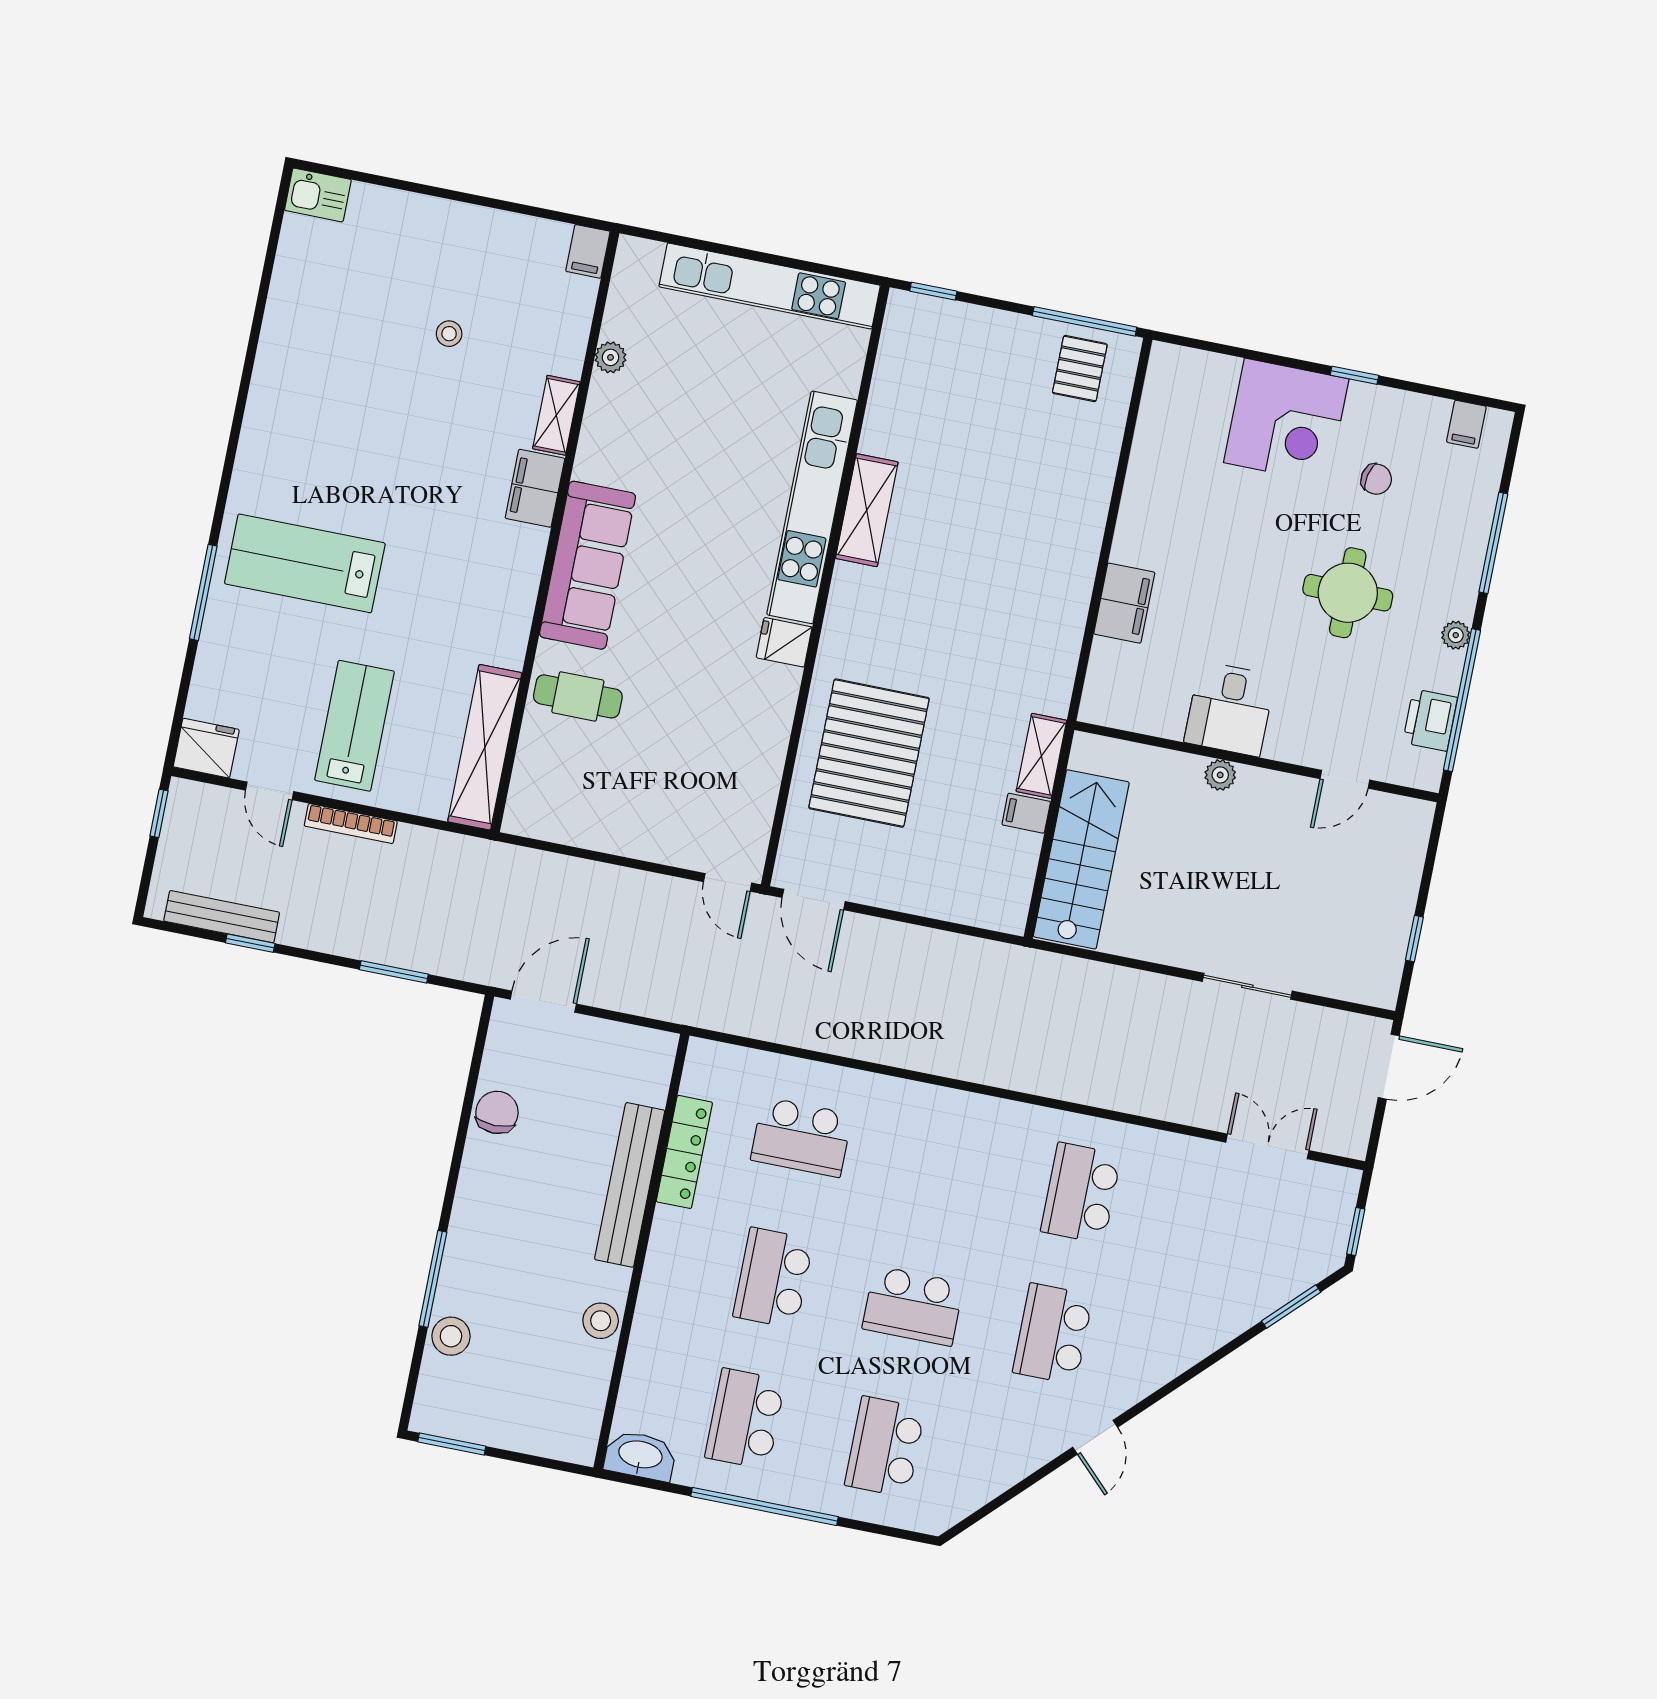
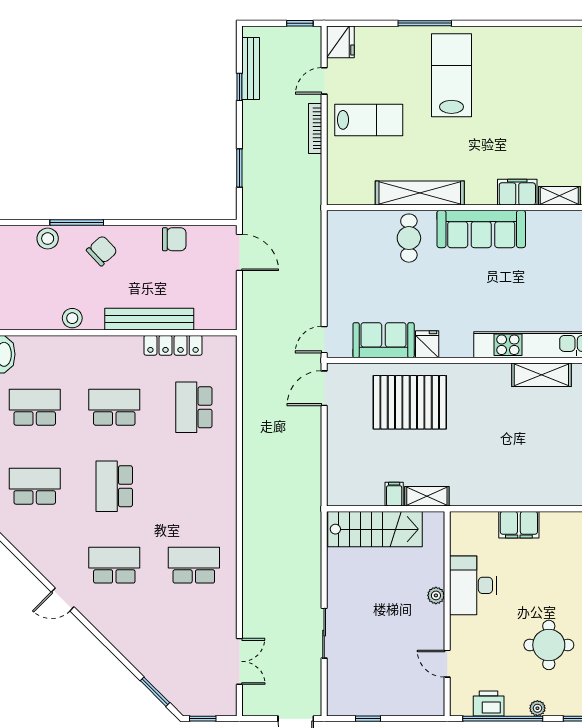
fridge: (784, 642) -> (427, 344), moved
desk: (1230, 709) -> (473, 585), width x1.37
shelving: (485, 747) -> (420, 193), moved
sofa: (750, 778) -> (384, 340), added
chair: (492, 1245) -> (102, 251), added

